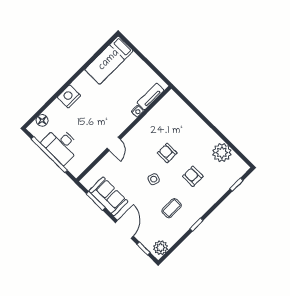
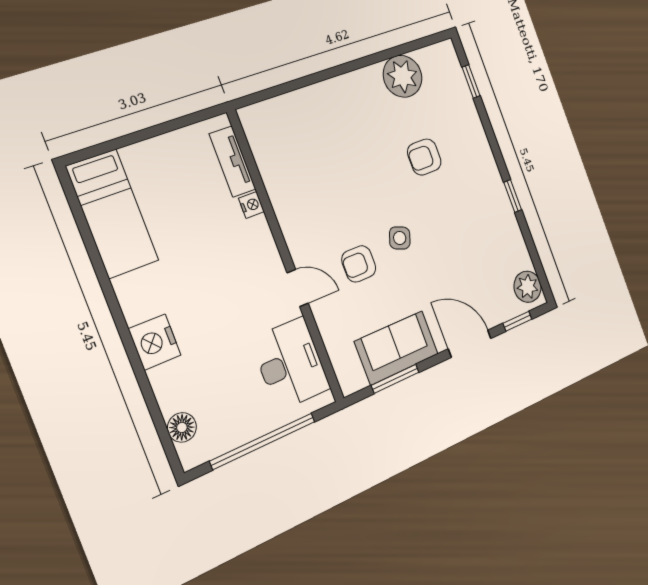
desk: (61, 145) -> (290, 364), moved, turned -90
armchair: (167, 153) -> (359, 264), moved
coffee table: (172, 208) -> (466, 229), removed

